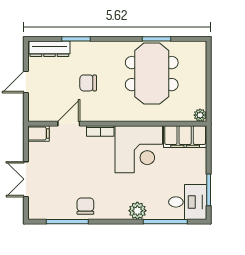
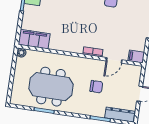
meeting table: (152, 74) -> (51, 87), turned 90
corner desk: (139, 149) -> (68, 35), removed

